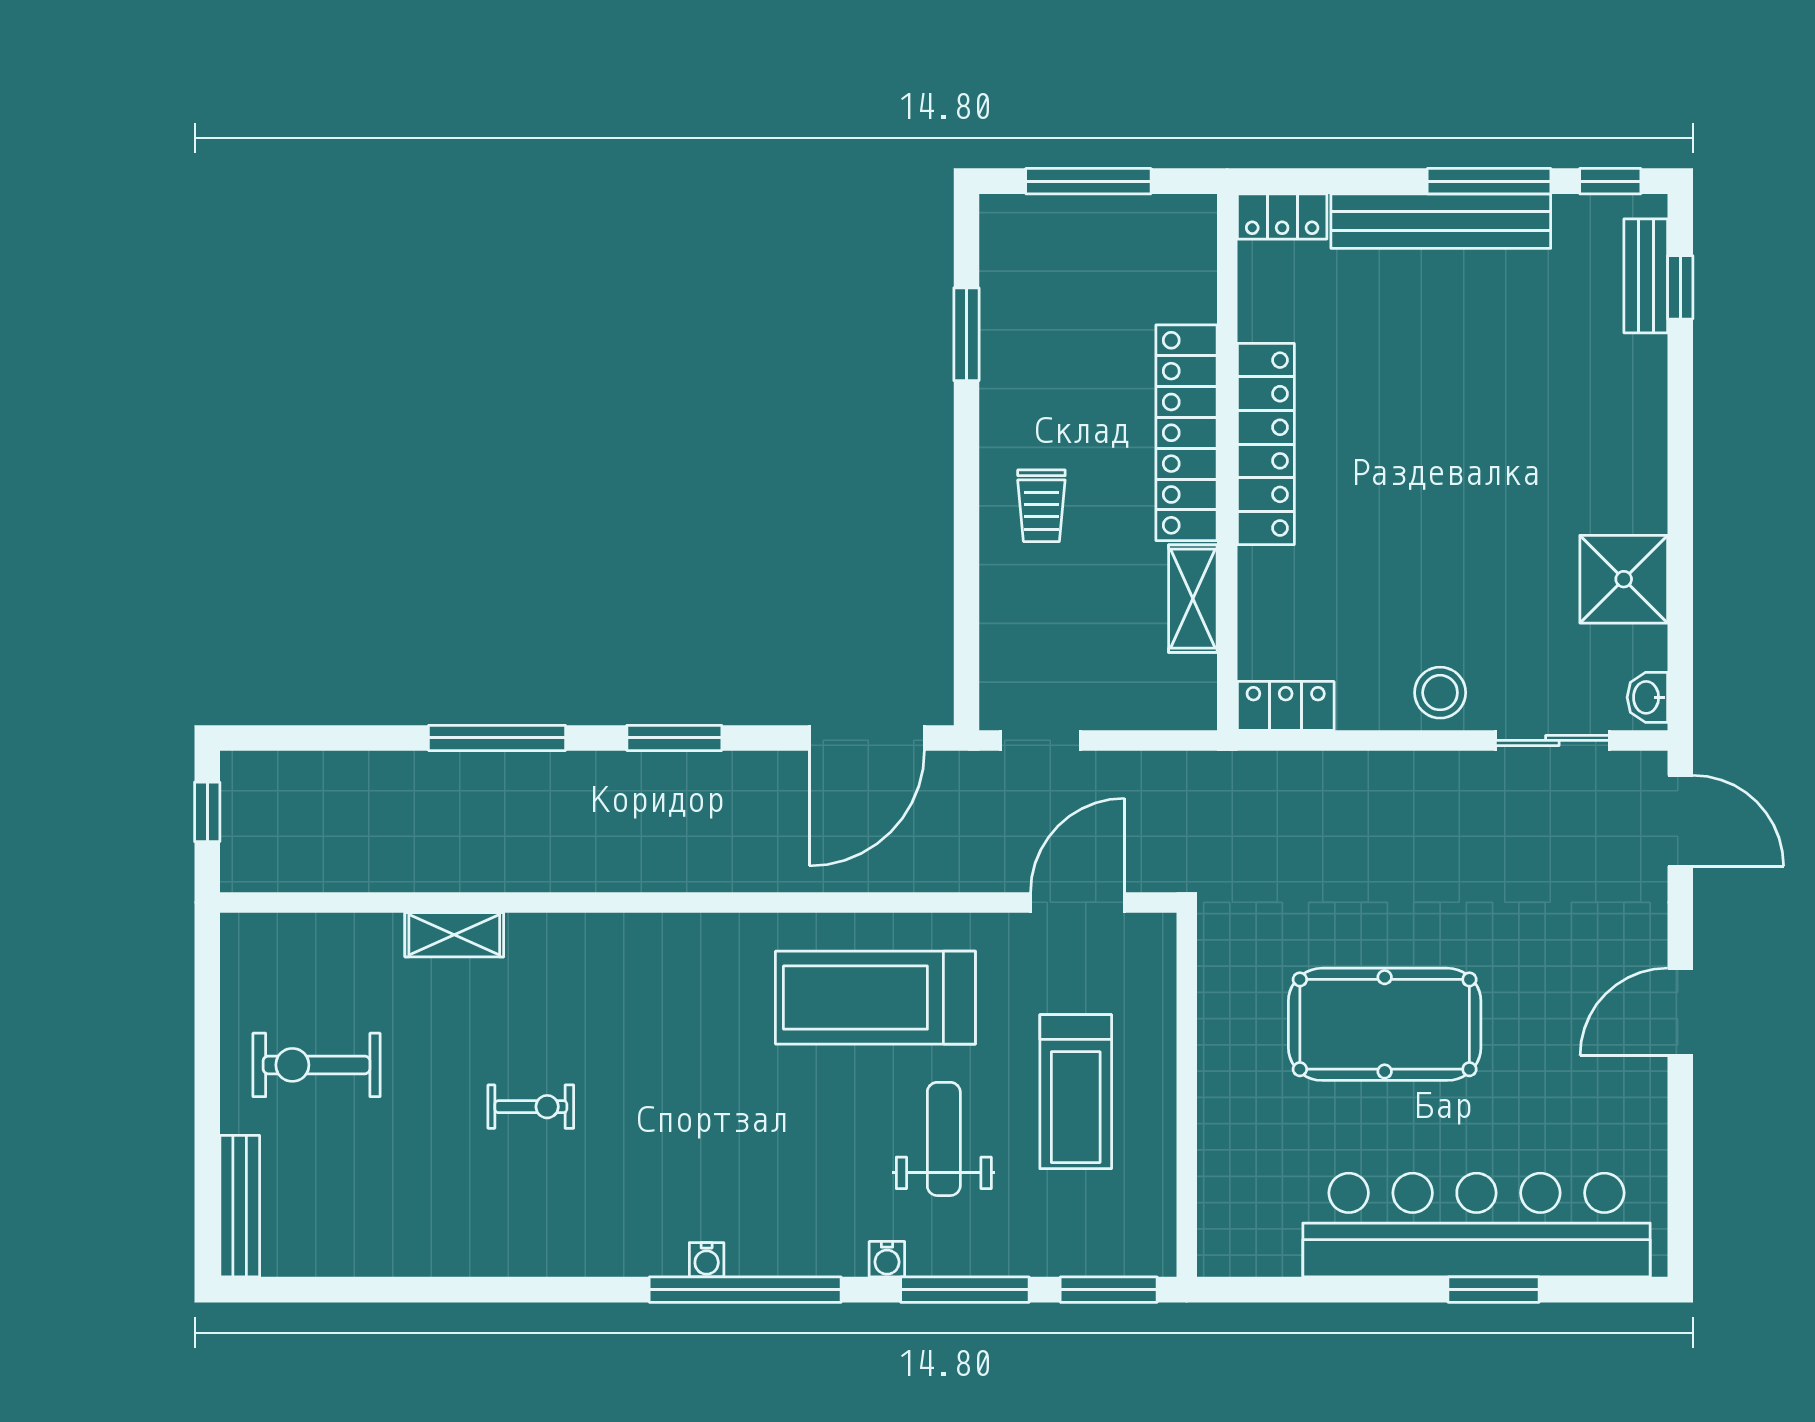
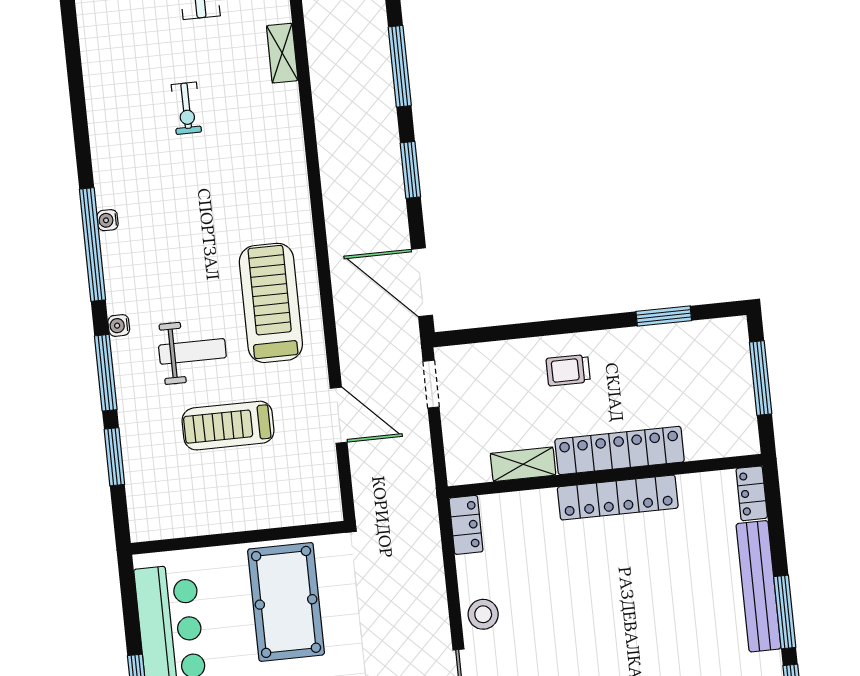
wall: (1187, 1095) -> (238, 538), moved

